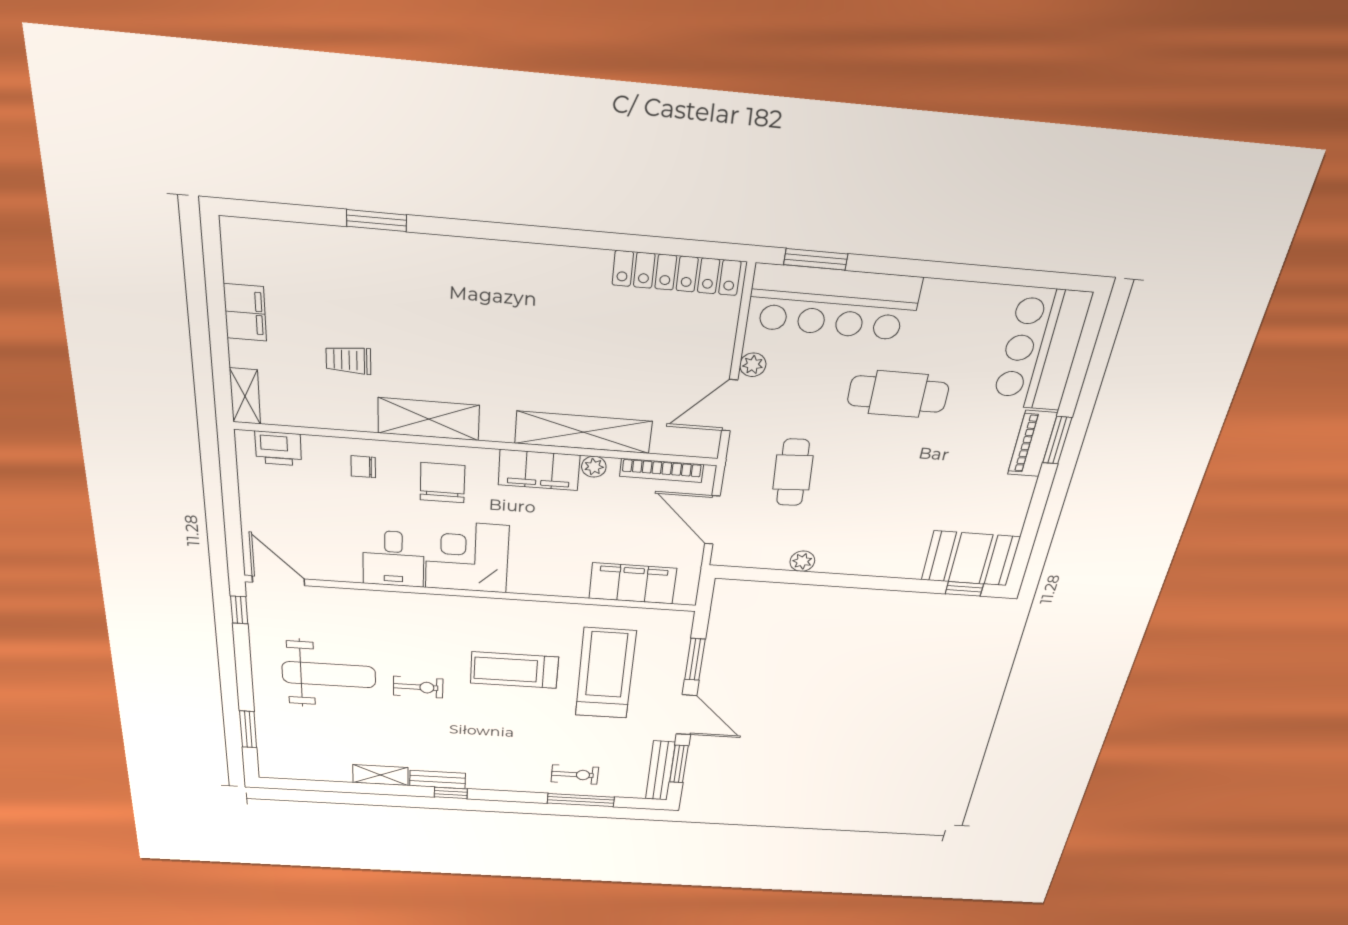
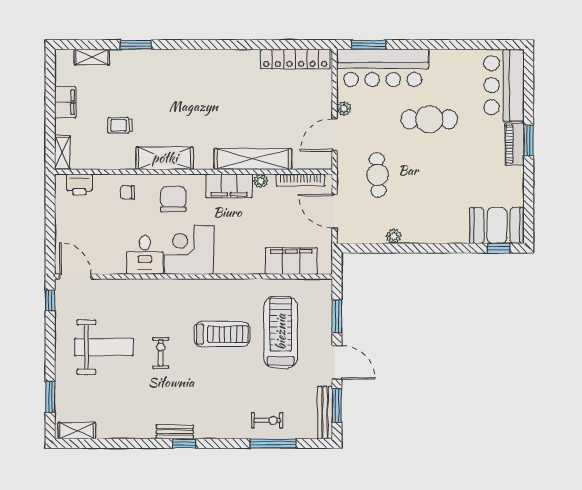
shelving: (292, 236) -> (92, 57), added
treadmill: (514, 670) -> (222, 334), turned 180
exercise bike: (418, 687) -> (161, 353), turned -90
shelving: (381, 775) -> (77, 431), moved

